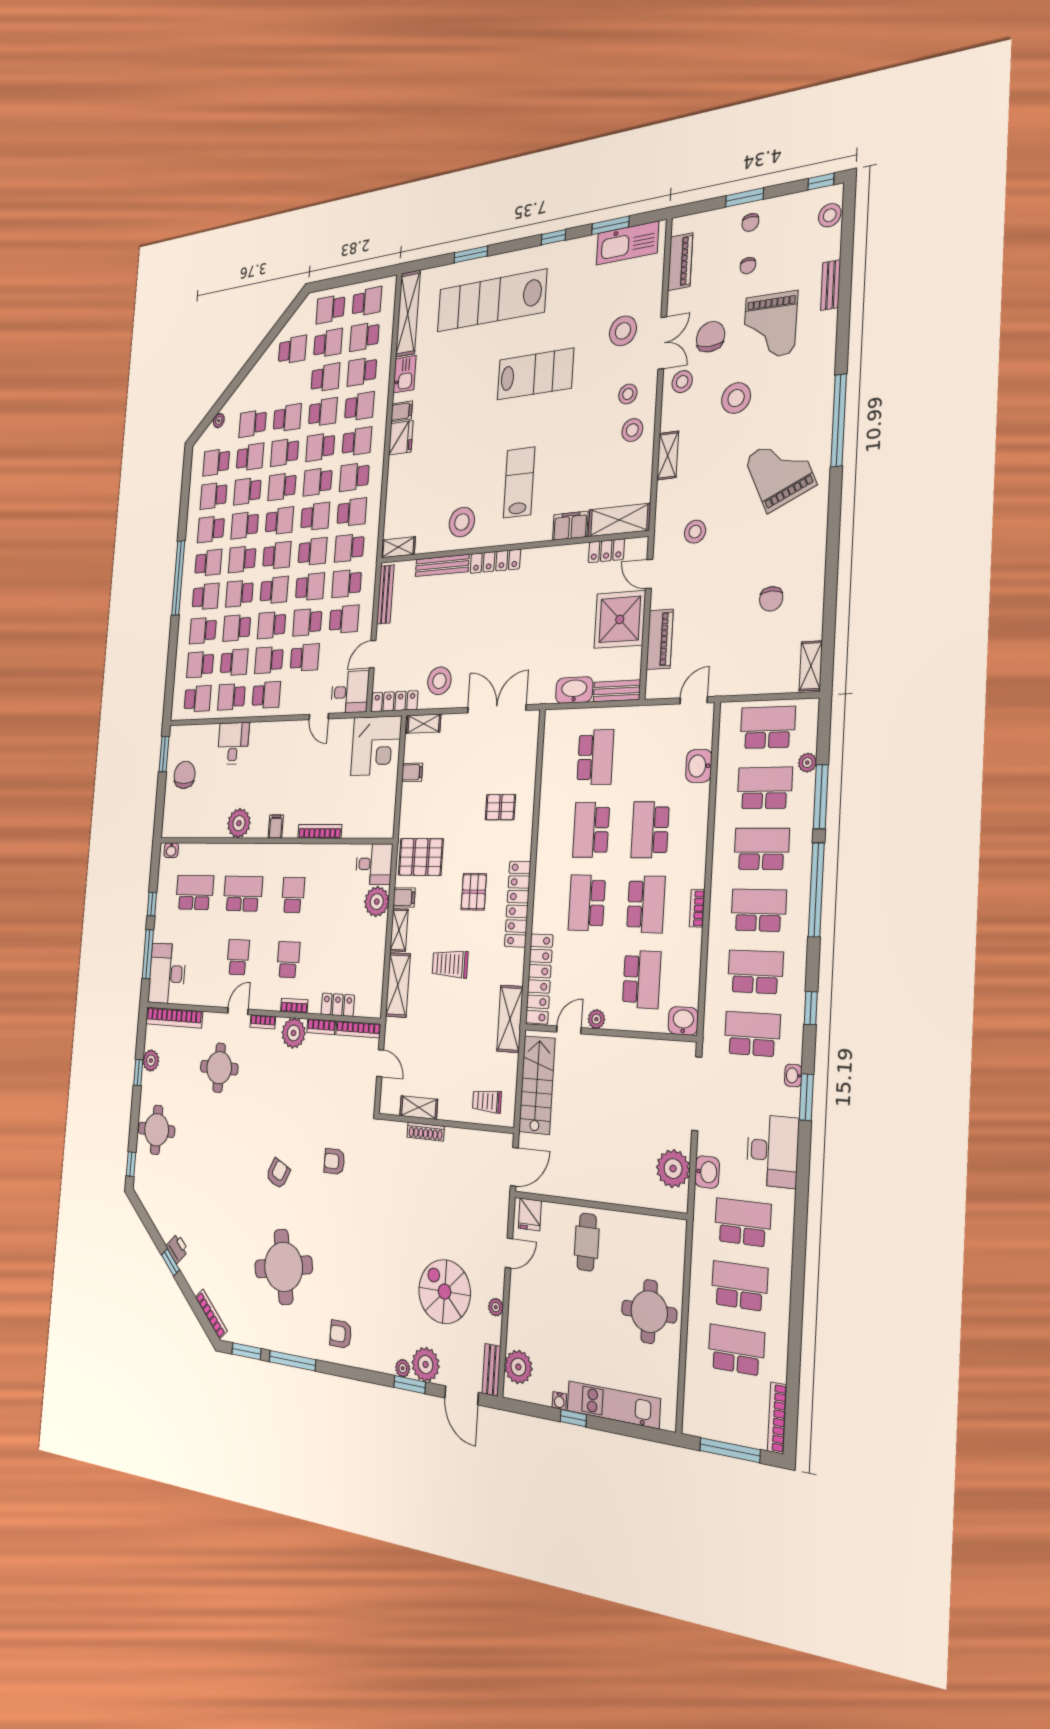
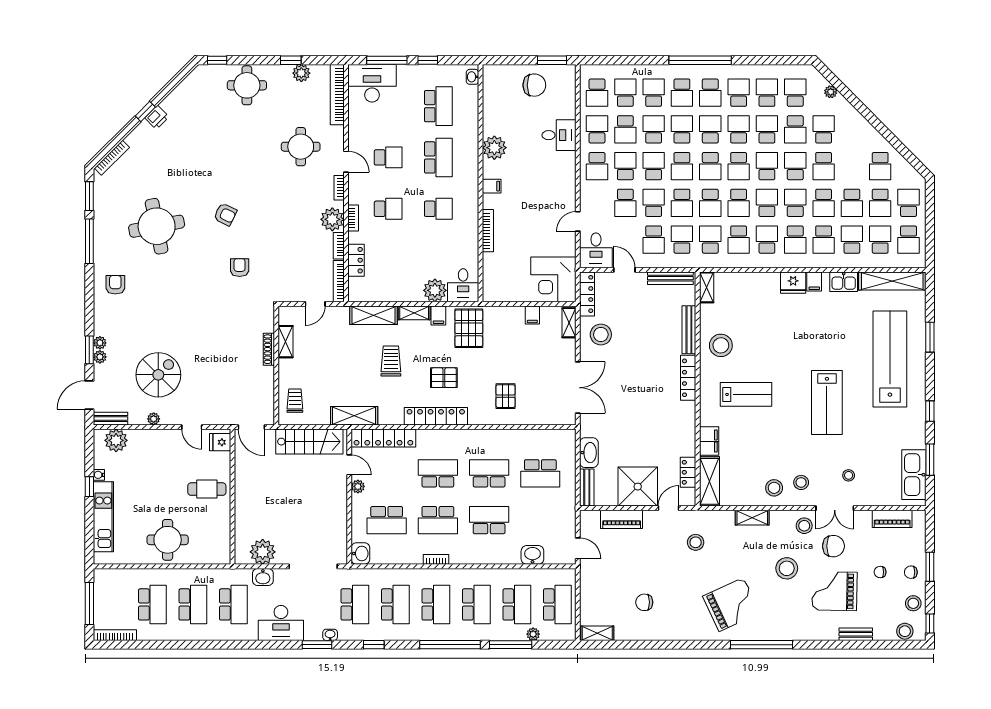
stool: (792, 211) -> (913, 603), added
stool: (623, 331) -> (849, 475), width x0.53, depth x0.53
plant: (426, 1364) -> (100, 357), width x0.53, depth x0.53

